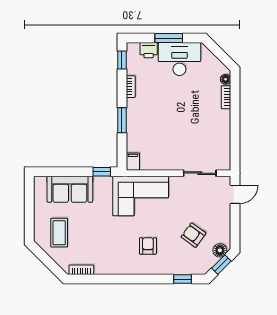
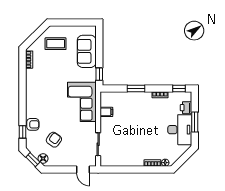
filing cabinet: (133, 162) -> (106, 112), moved
armchair: (148, 246) -> (33, 124), moved

